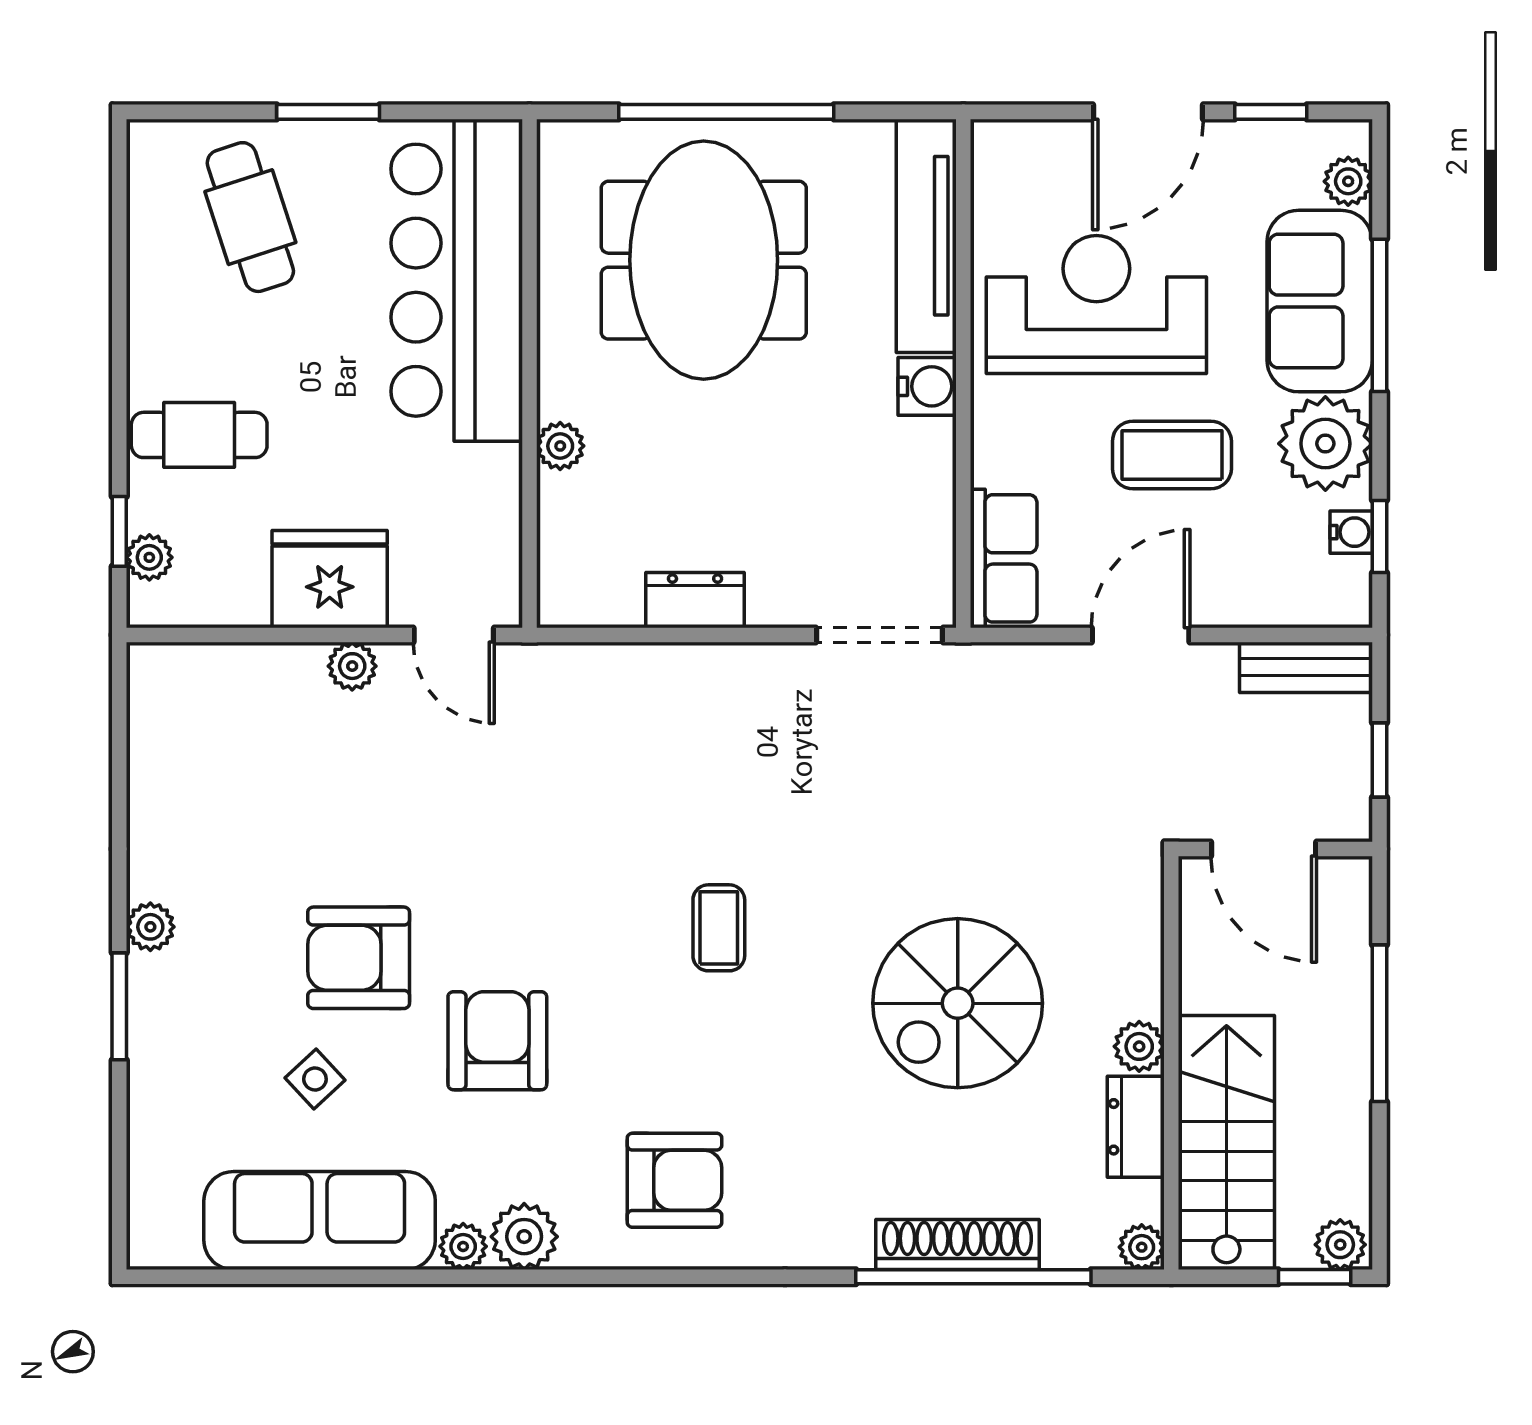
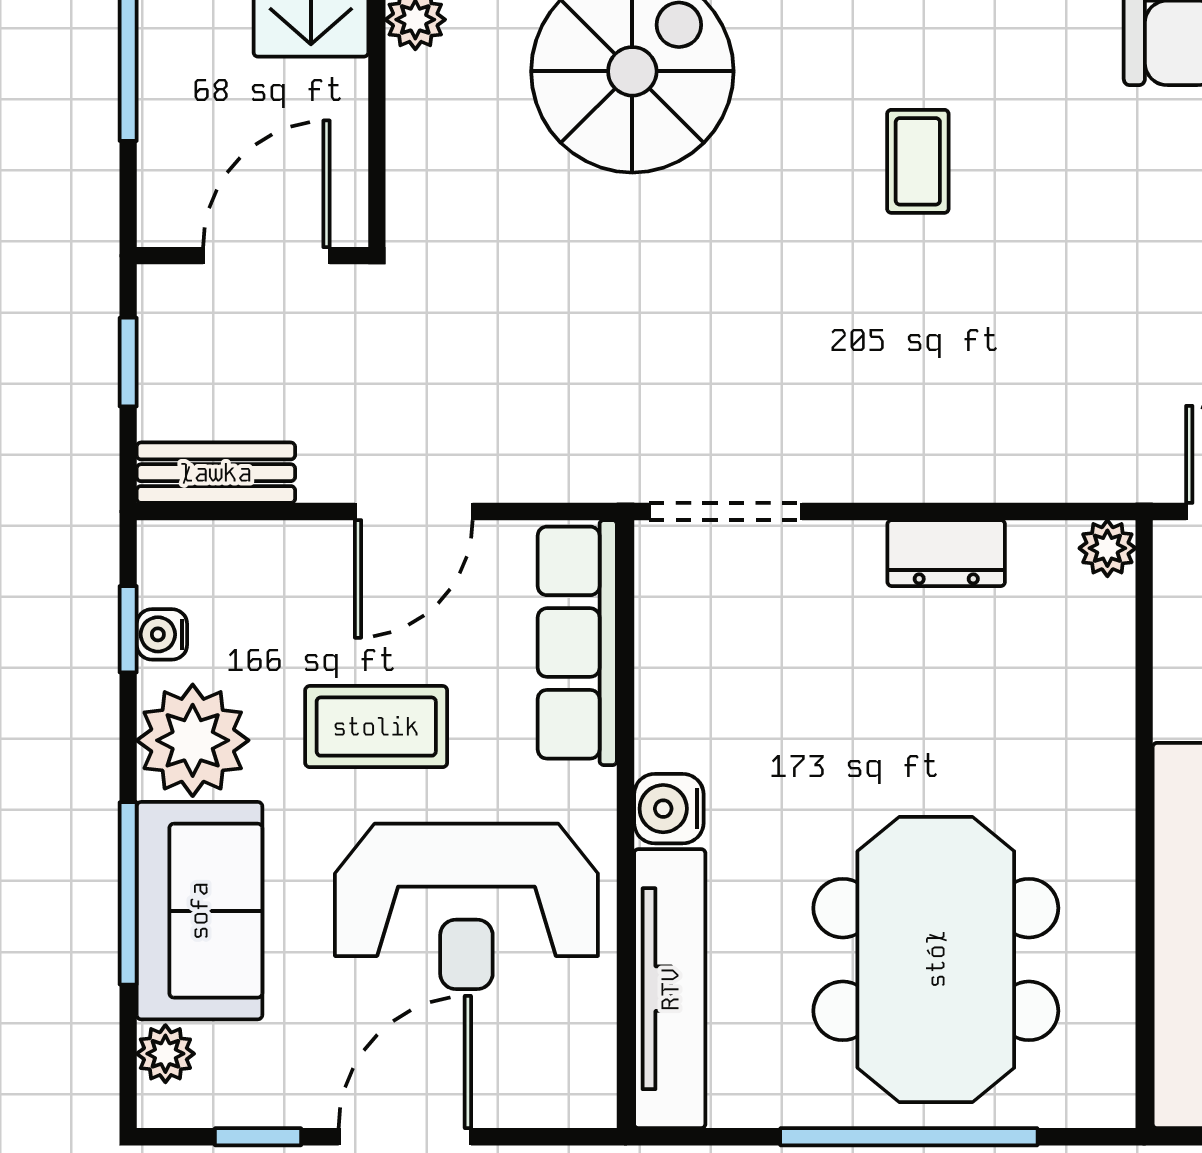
plant: (560, 446) -> (1107, 548), moved
row of seats: (1004, 558) -> (577, 643), width x1.48
door: (1264, 849) -> (266, 256), hinge flipped

